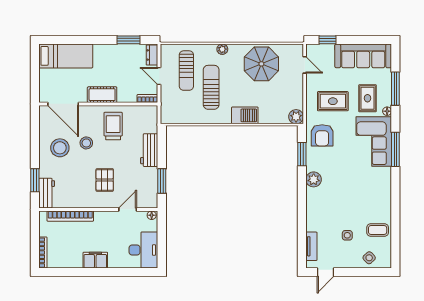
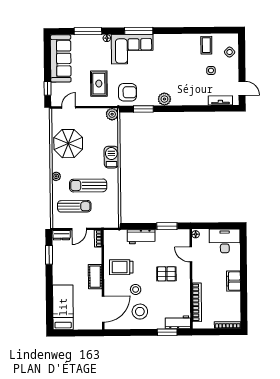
rug: (367, 98) -> (96, 55), removed

